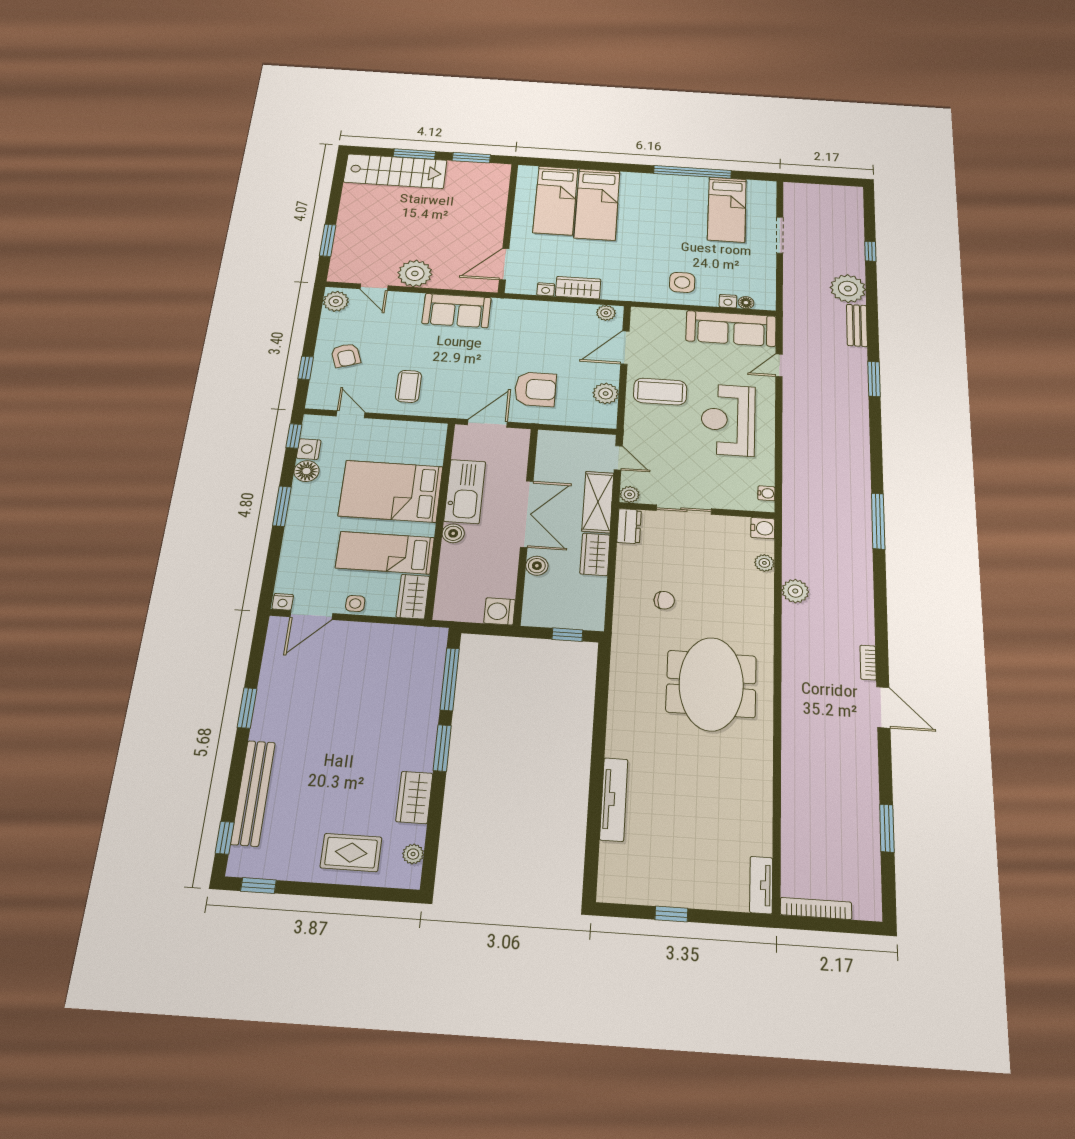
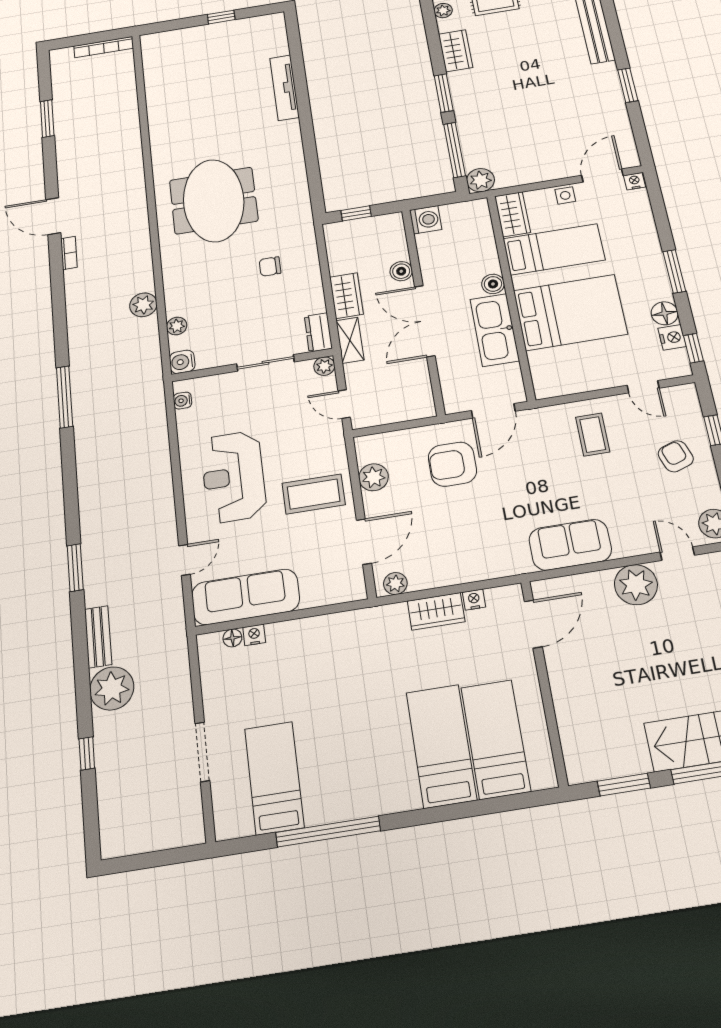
side table: (682, 282) -> (313, 649), removed
reception desk: (728, 420) -> (233, 477), turned 180
shelving: (598, 502) -> (350, 340), width x0.67, depth x0.75
plant: (433, 640) -> (481, 180), added
tv unit: (761, 885) -> (150, 53), removed

